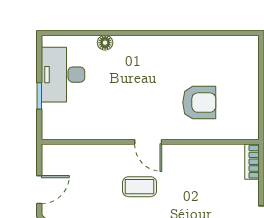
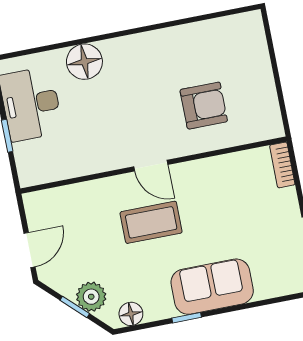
floor lamp: (105, 43) -> (84, 62), width x1.89, depth x1.89
coffee table: (140, 187) -> (151, 222), width x1.36, depth x1.30

